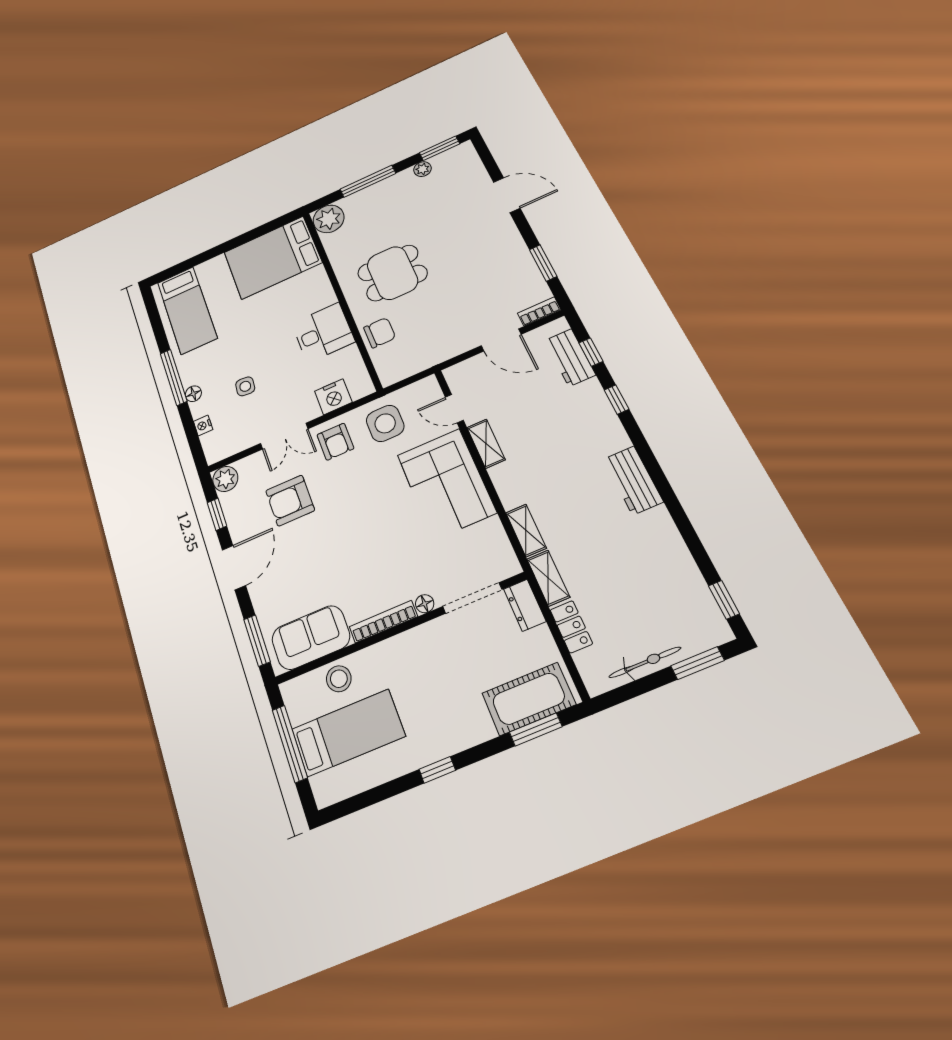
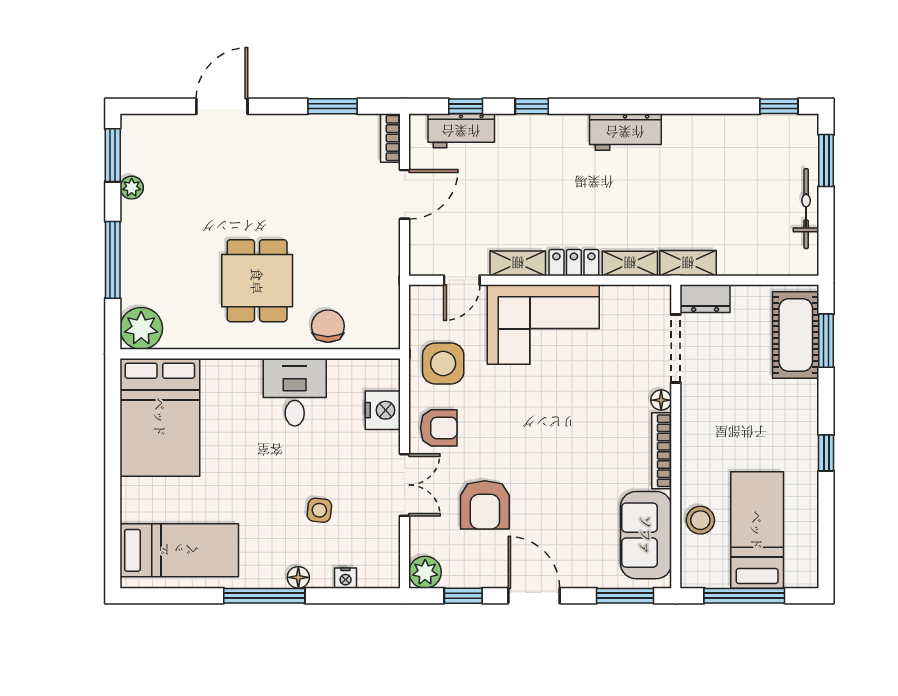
locker: (571, 627) -> (574, 263), moved

